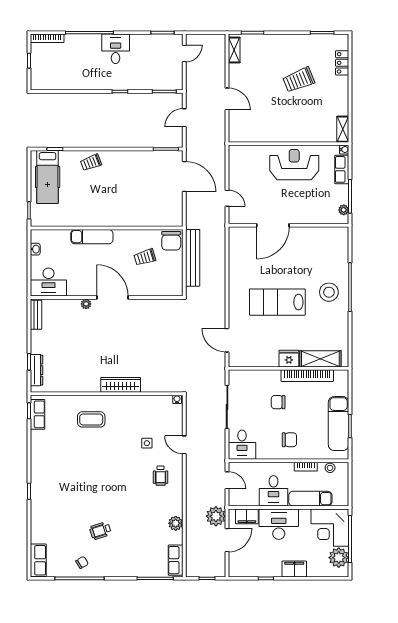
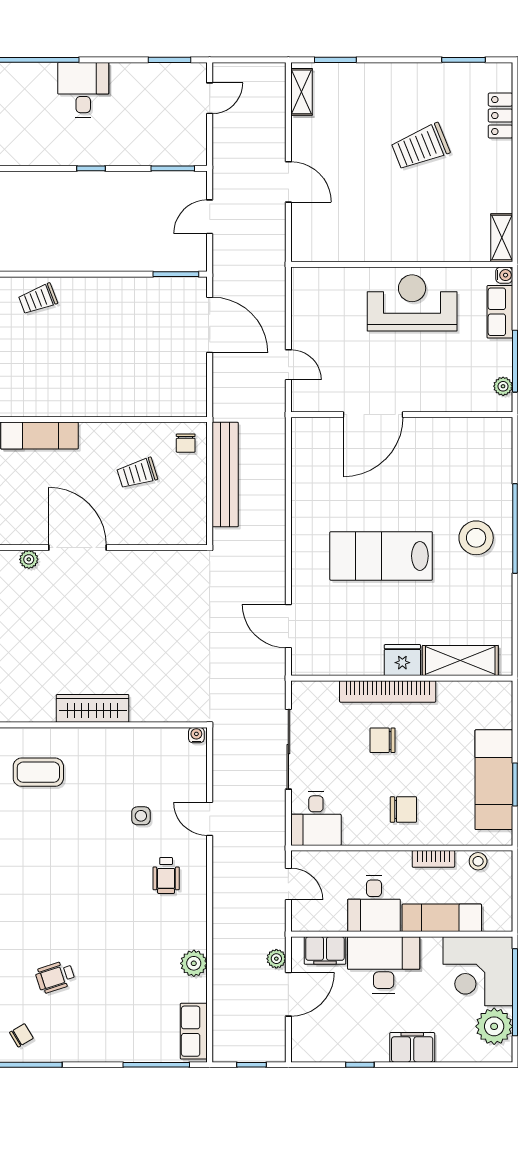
chair: (171, 241) -> (186, 443), width x0.54, depth x0.54
bookcase: (307, 376) -> (388, 691), moved
plant: (216, 516) -> (276, 959), width x0.53, depth x0.53

